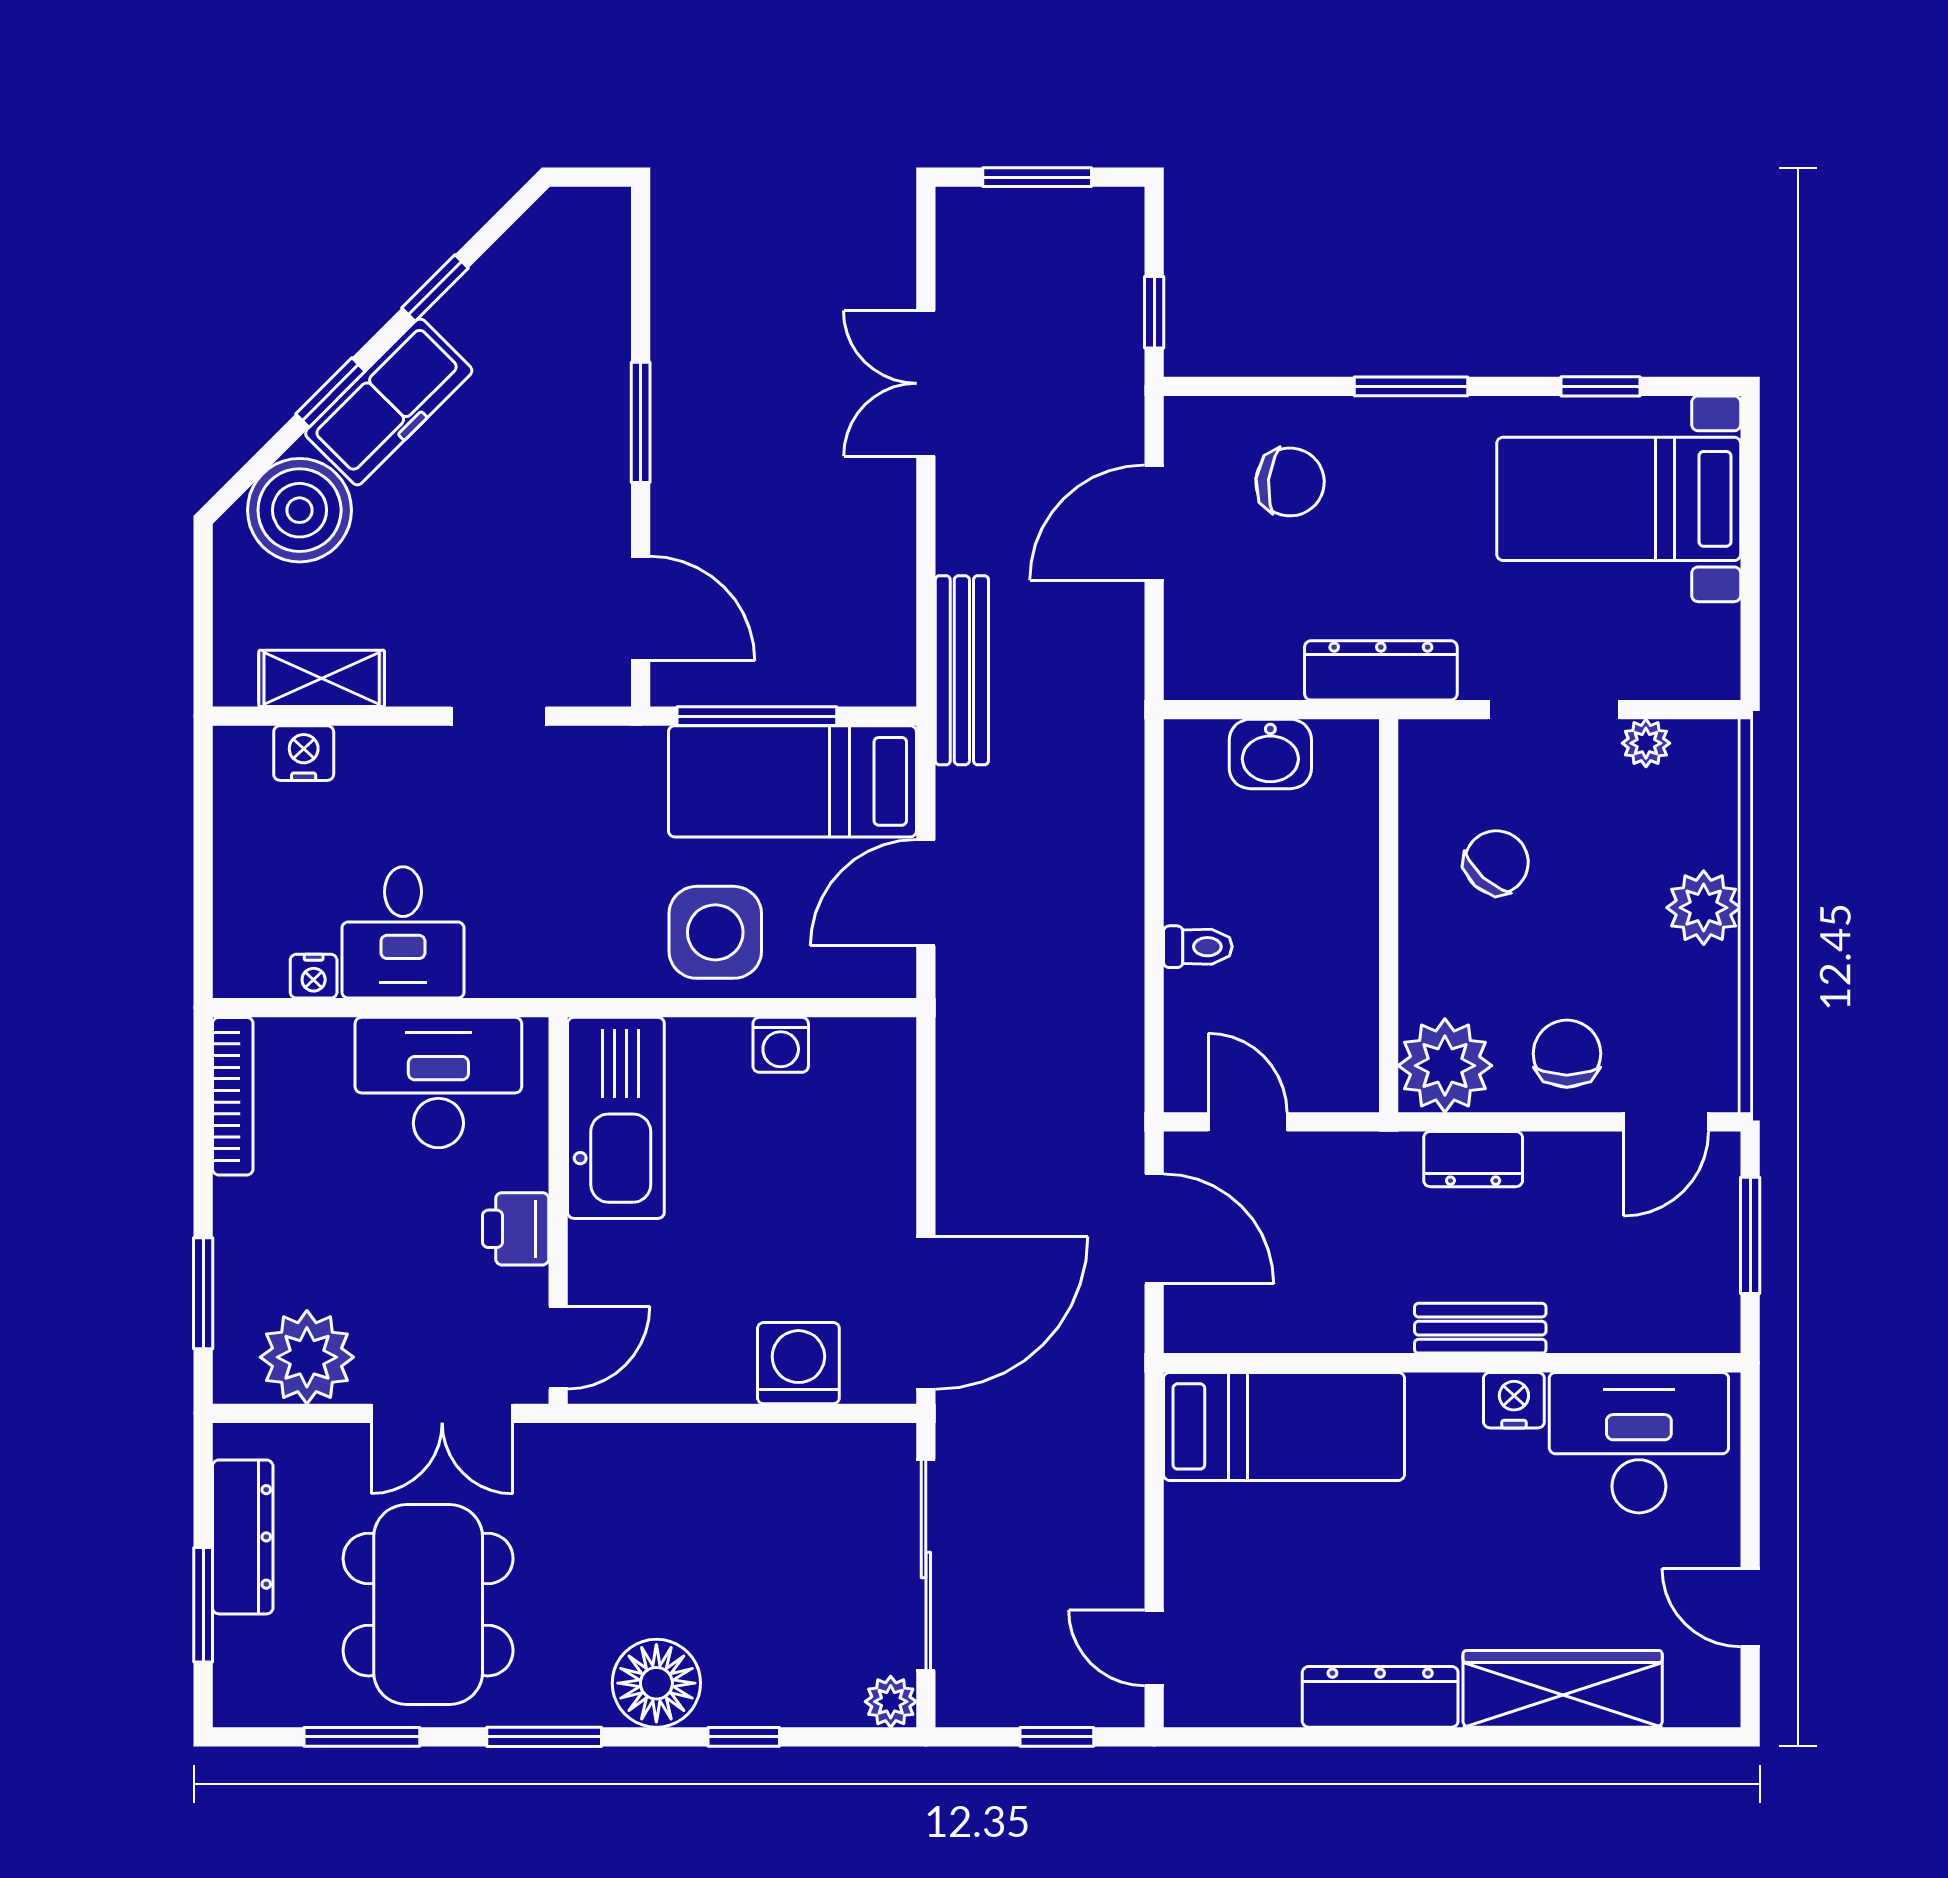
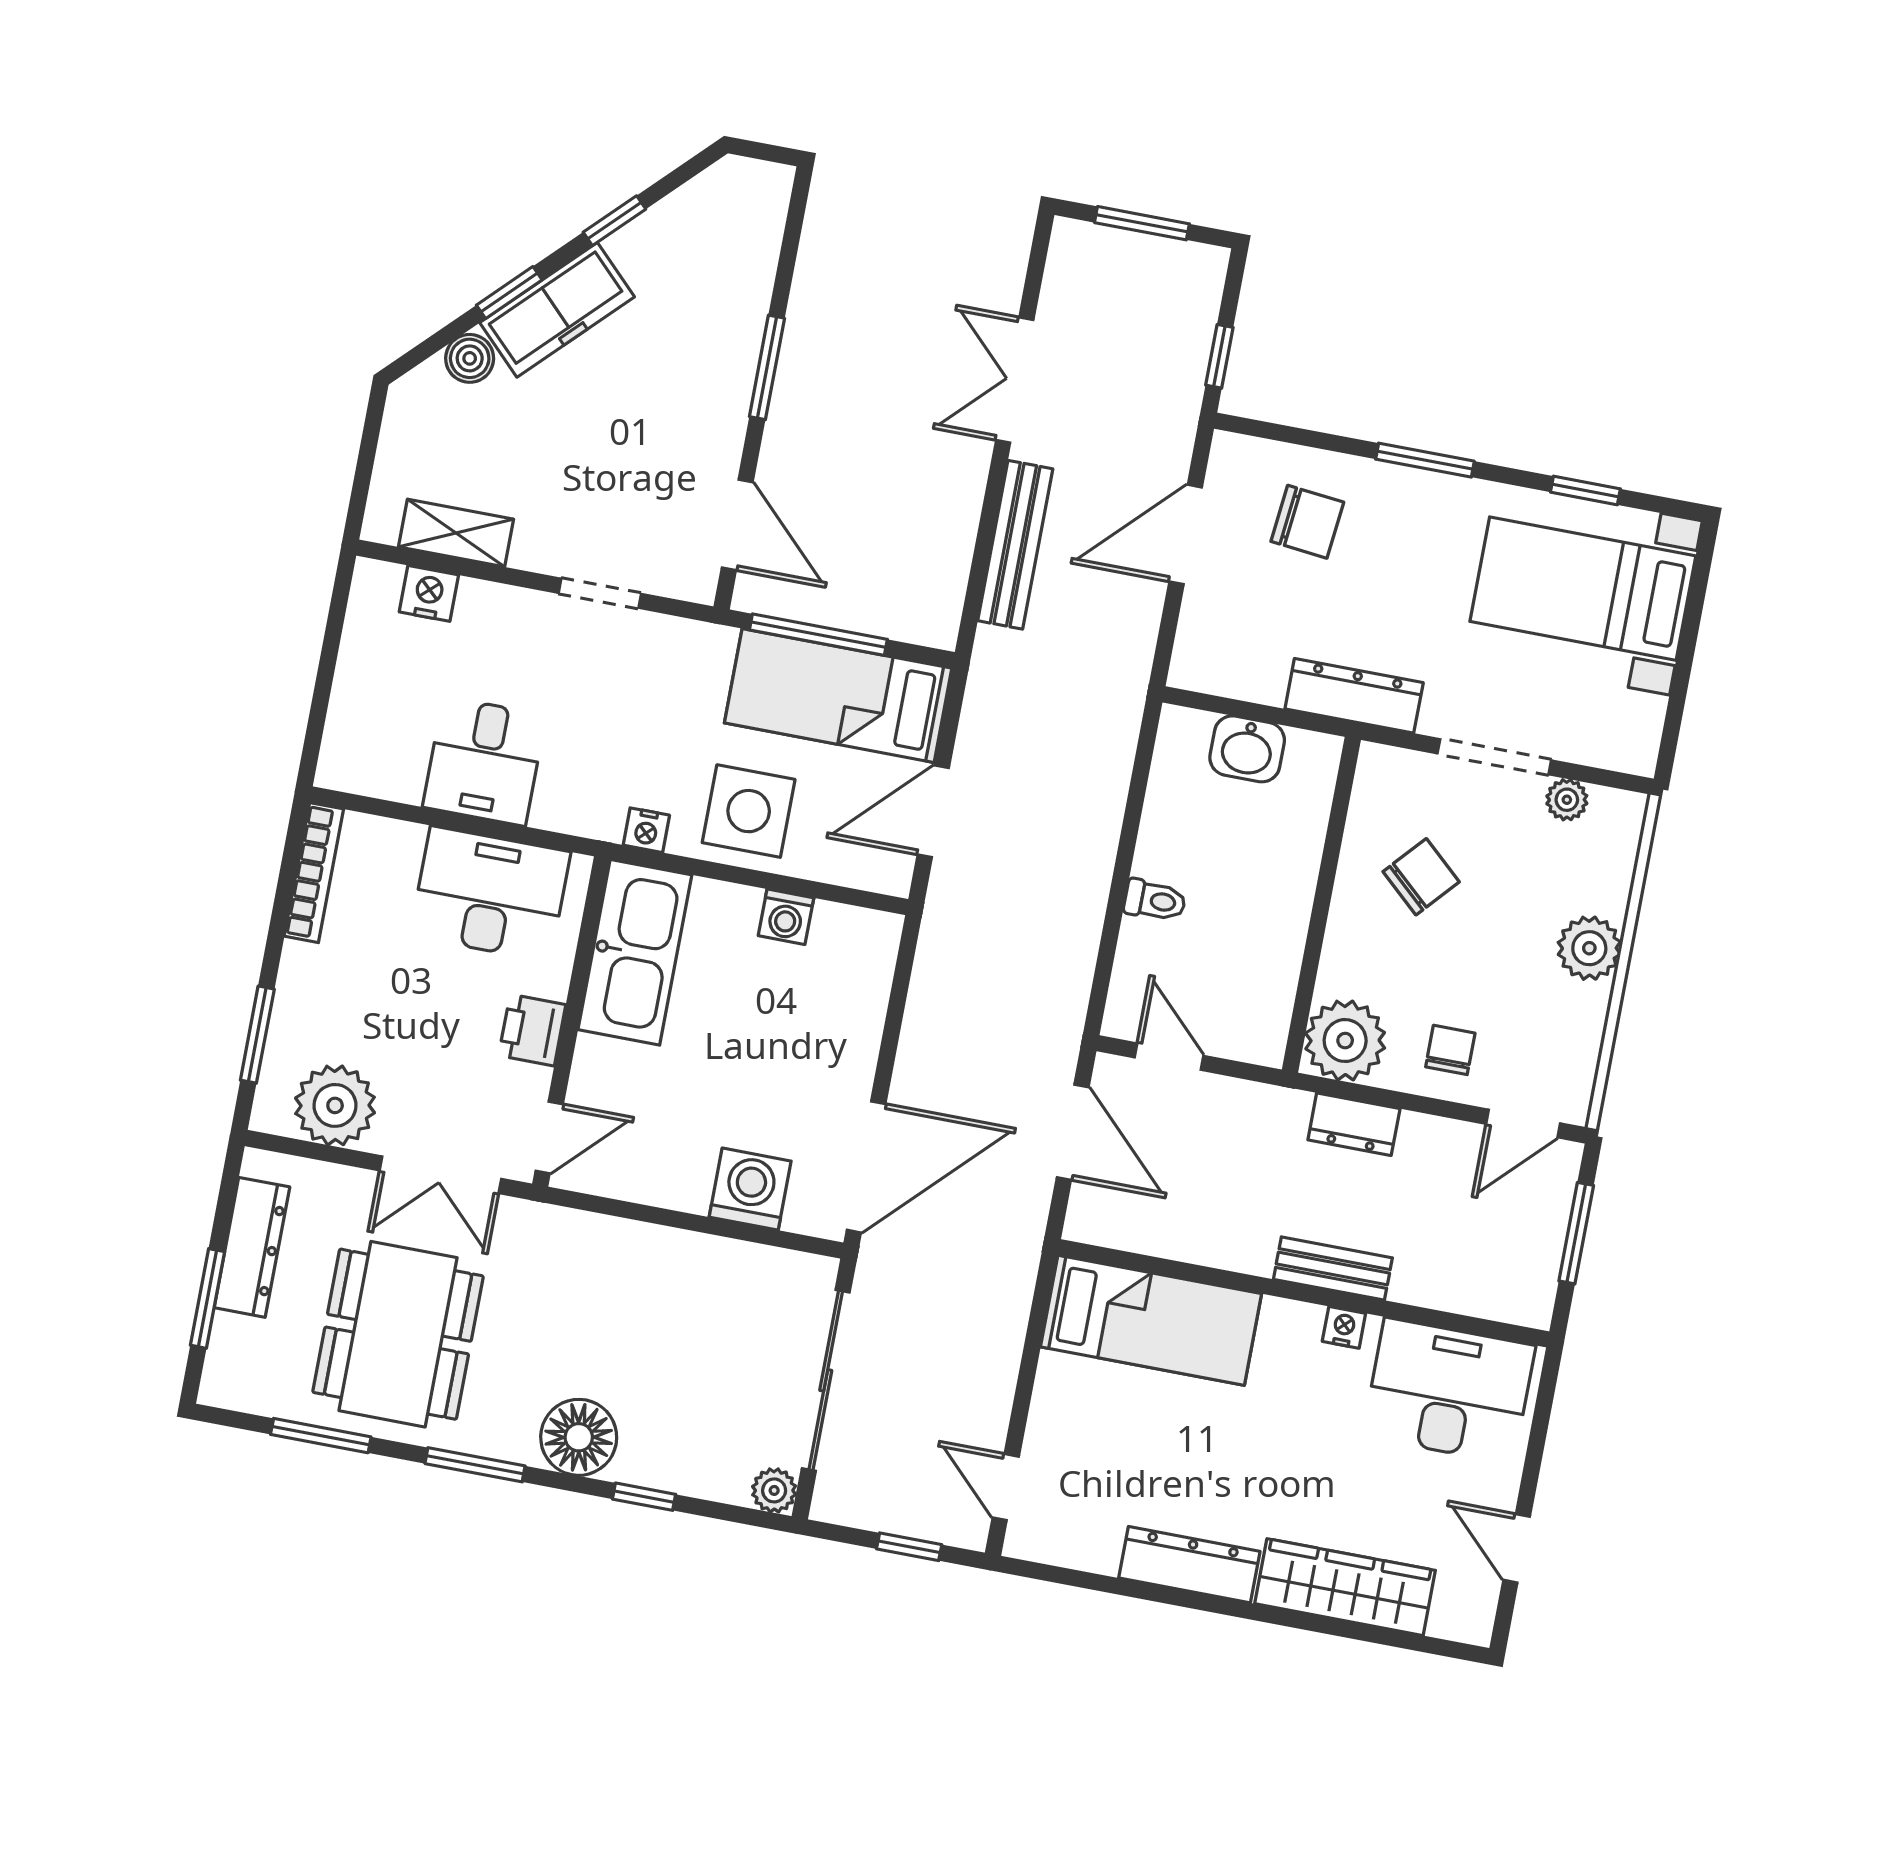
boiler: (300, 510) -> (470, 358), width x0.54, depth x0.54
bench: (962, 670) -> (1015, 545), moved
nightstand: (314, 976) -> (646, 830), moved
chair: (1567, 1054) -> (1450, 1050), width x0.73, depth x0.73
nightstand: (1514, 1400) -> (1344, 1327), width x0.72, depth x0.74

